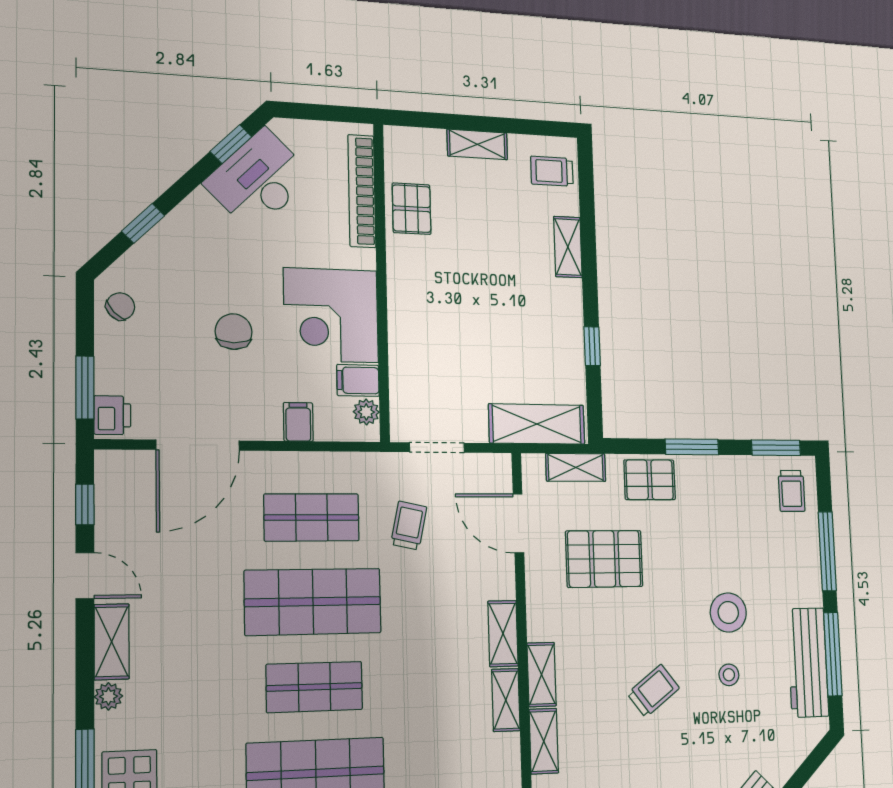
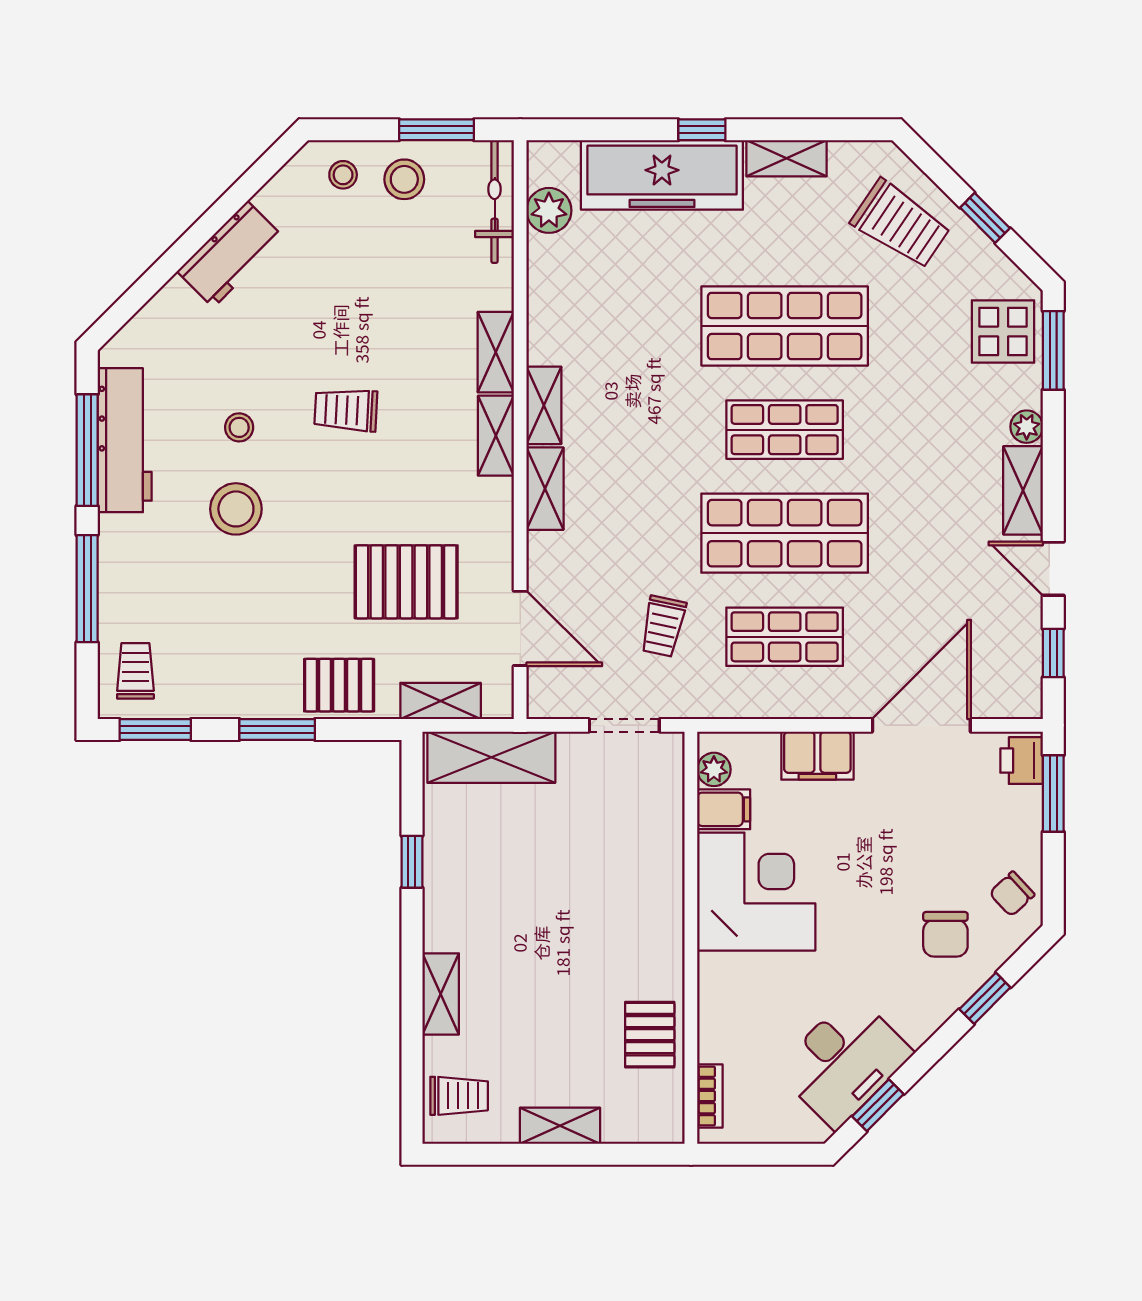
bookcase: (362, 191) -> (710, 1096), width x0.43, depth x0.76
chair: (234, 332) -> (945, 934), moved
filing cabinet: (298, 422) -> (817, 756), width x2.00
trolley: (653, 691) -> (346, 410), turned 40

